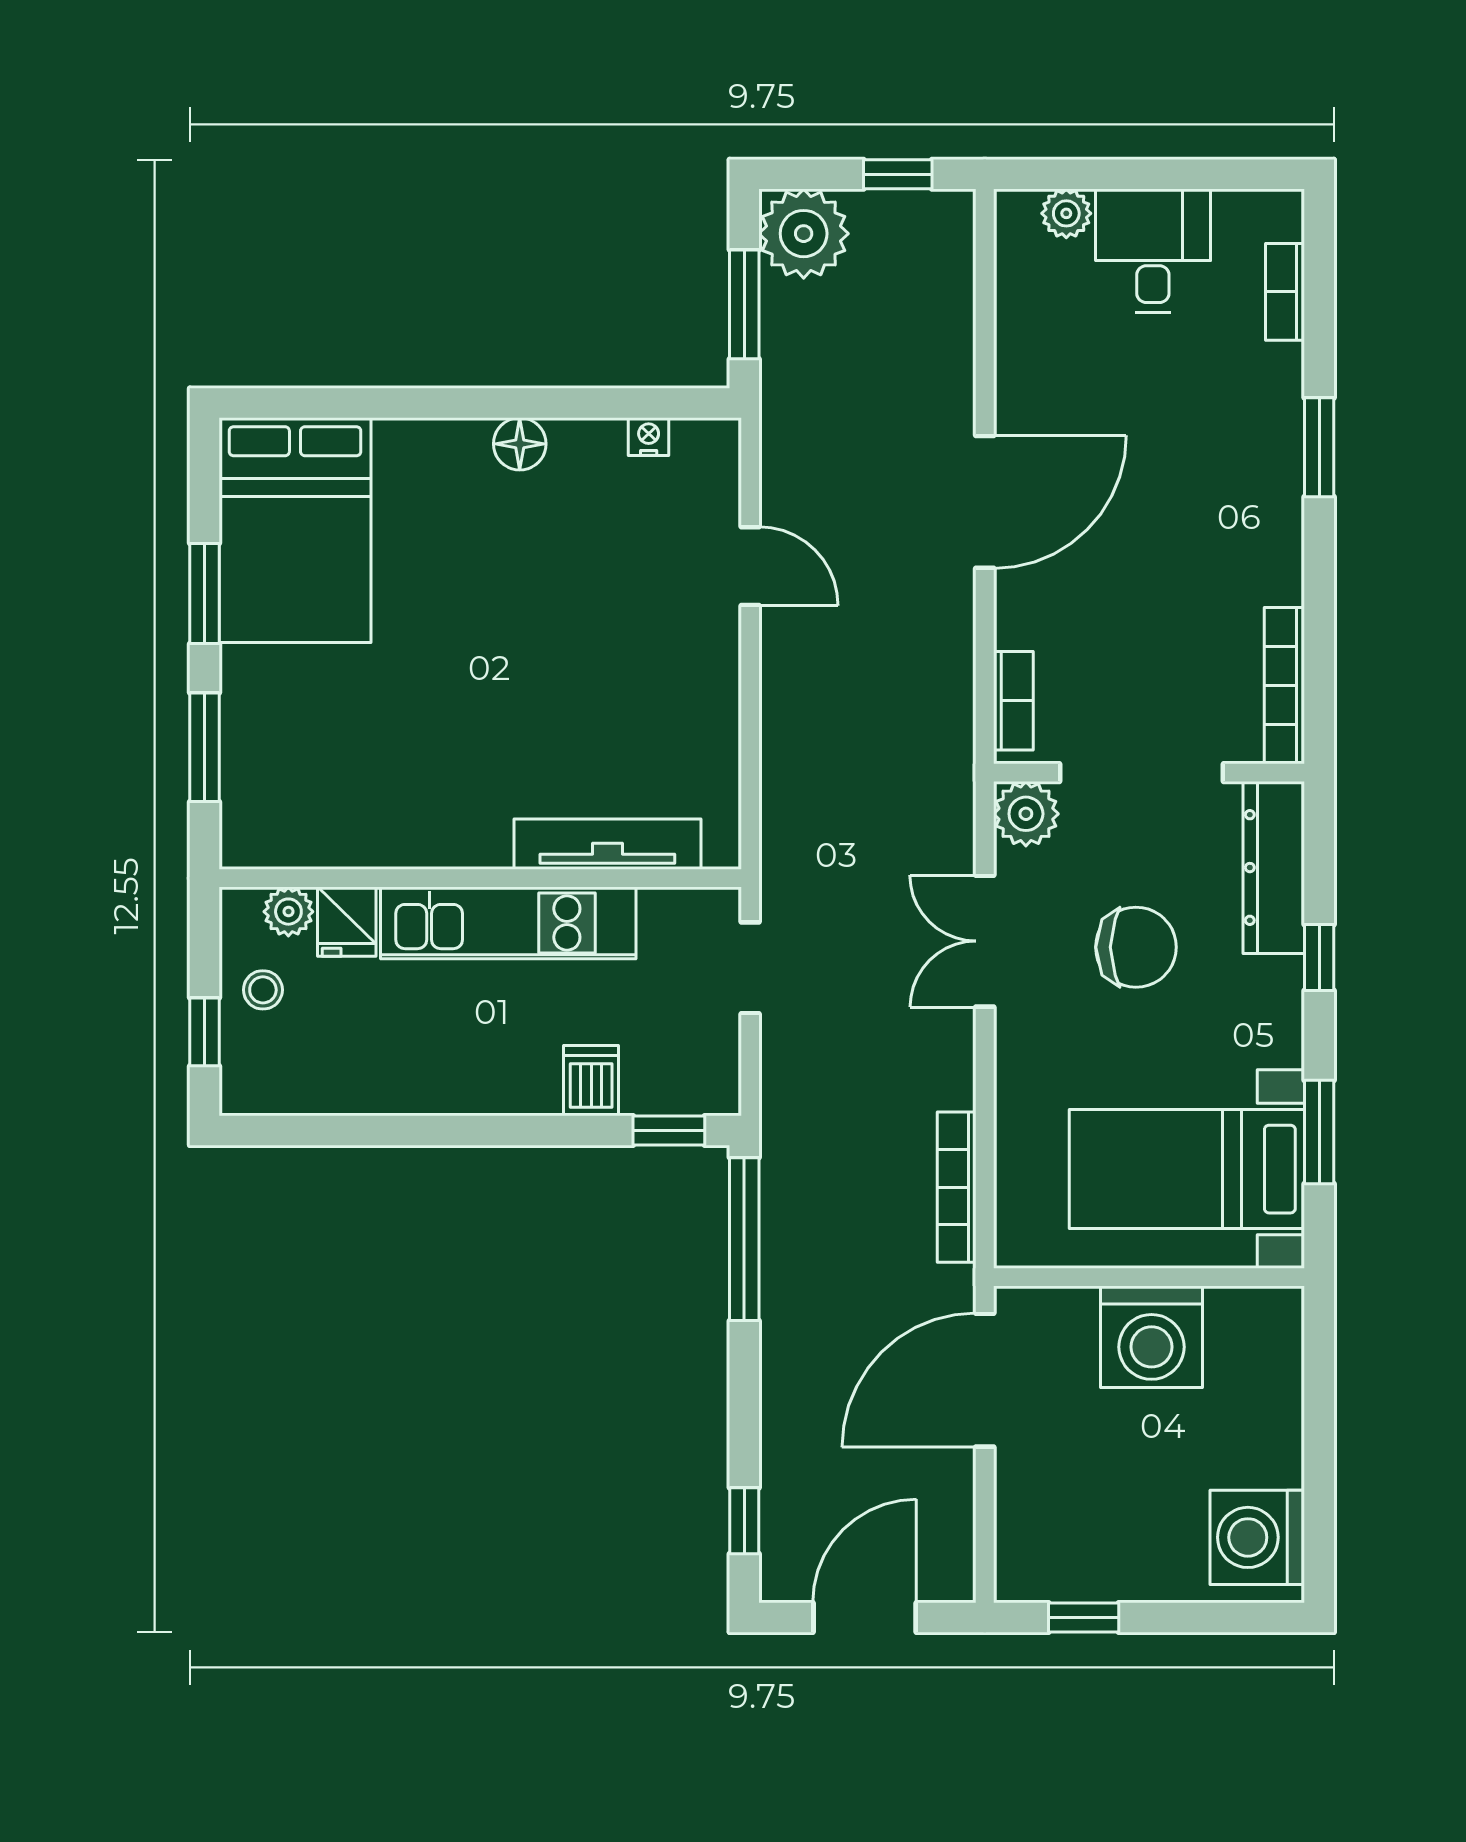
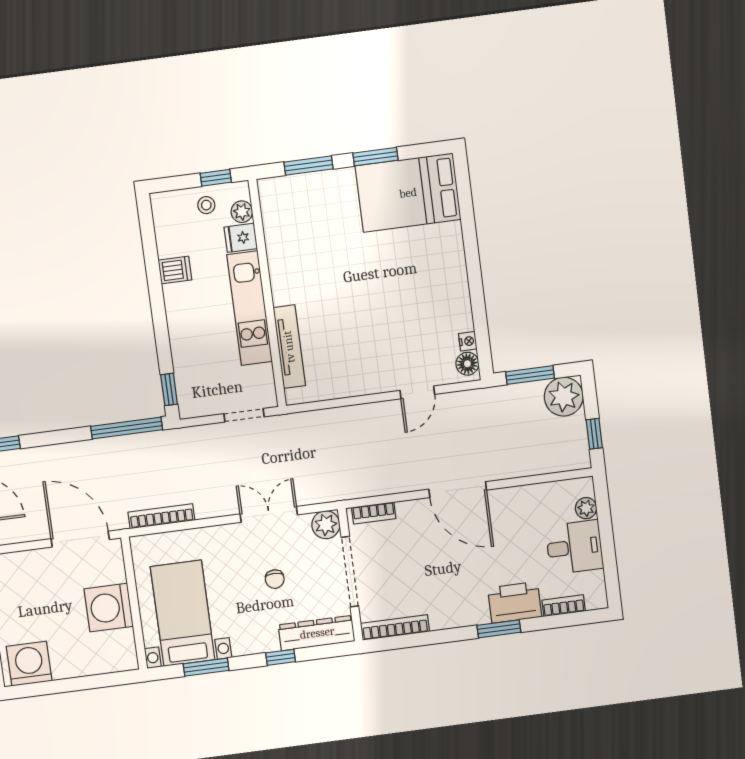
printer: (1263, 403) -> (515, 602), added
floor lamp: (520, 444) -> (467, 364), moved
chair: (1136, 947) -> (275, 579), width x0.54, depth x0.54
window: (204, 1032) -> (216, 178), moved
dishwasher: (591, 1081) -> (175, 270), moved

